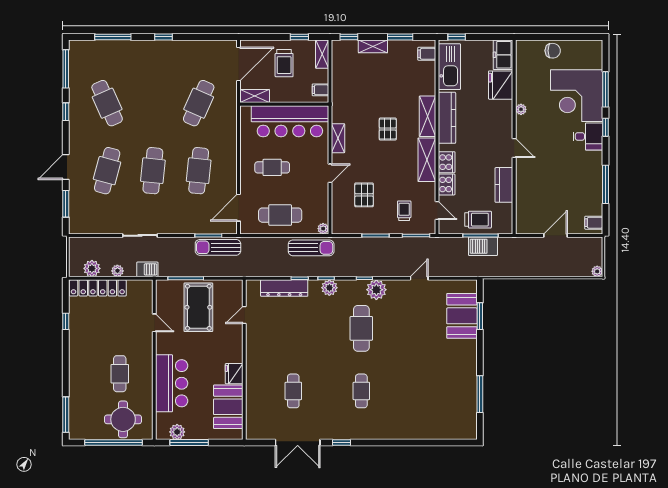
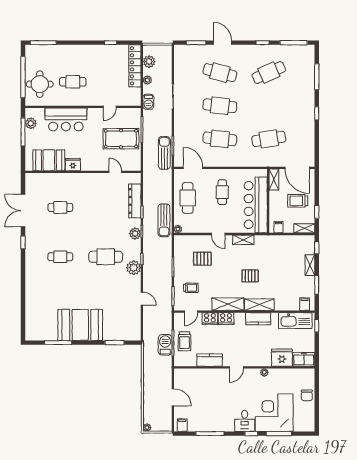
cafe table: (199, 103) -> (269, 139), turned -33
kitchen counter: (447, 118) -> (258, 319), width x0.67
booth: (462, 316) -> (80, 325), moved, width x1.36, depth x1.42

